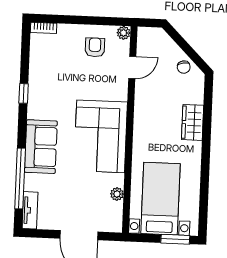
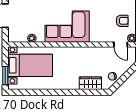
door: (132, 67) -> (121, 44), moved
wardrobe: (193, 122) -> (90, 83), moved

